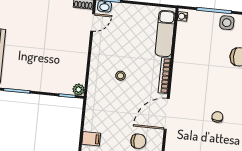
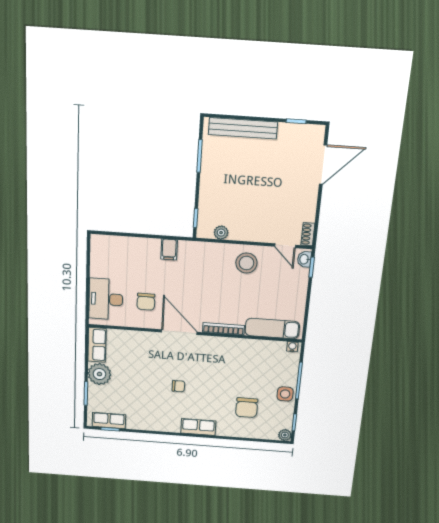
stool: (120, 76) -> (246, 263), moved, width x1.89, depth x1.89
plant: (79, 90) -> (221, 233), moved
filing cabinet: (91, 139) -> (169, 249), moved

